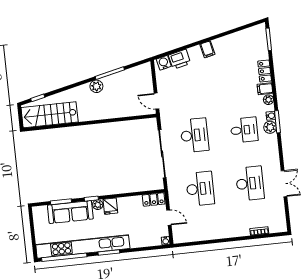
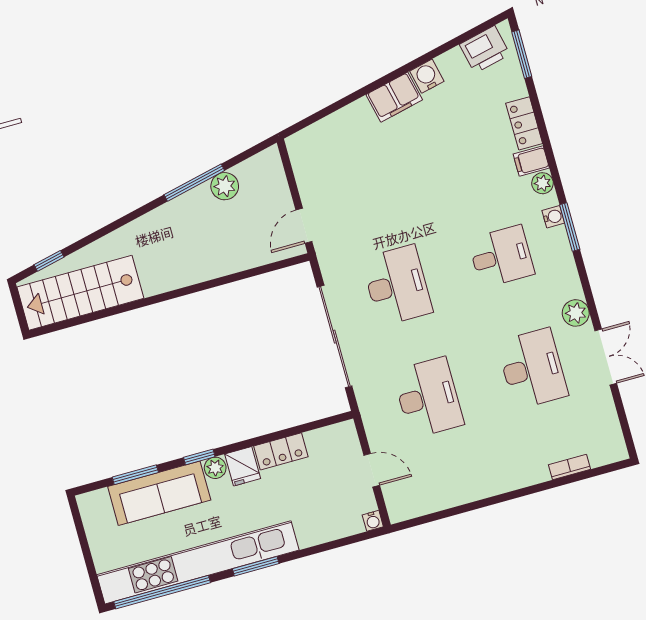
filing cabinet: (207, 49) -> (394, 97), width x2.00
printer: (180, 59) -> (485, 49), moved
water cooler: (164, 63) -> (427, 76), moved
plant: (96, 86) -> (225, 186), moved
door: (156, 101) -> (304, 226), hinge flipped
plant: (270, 127) -> (576, 313), moved
locker: (154, 200) -> (281, 451), moved

